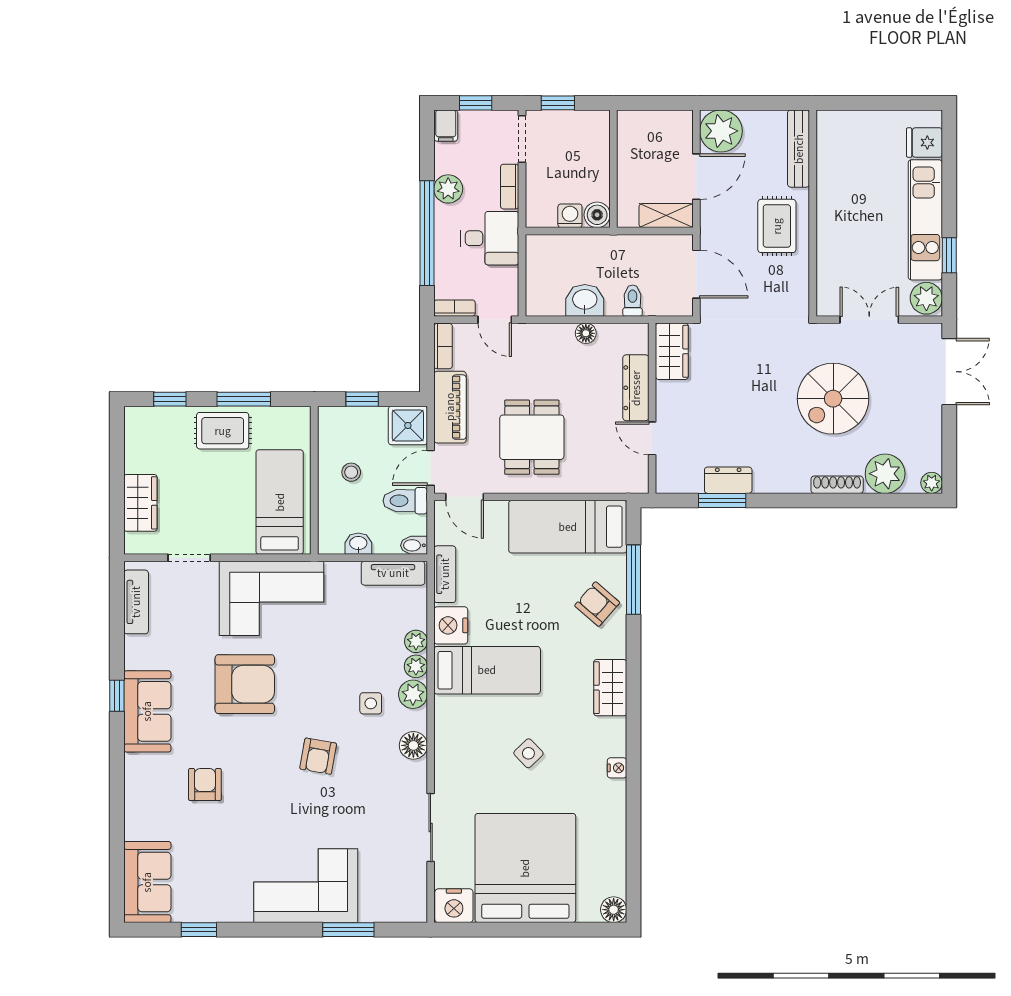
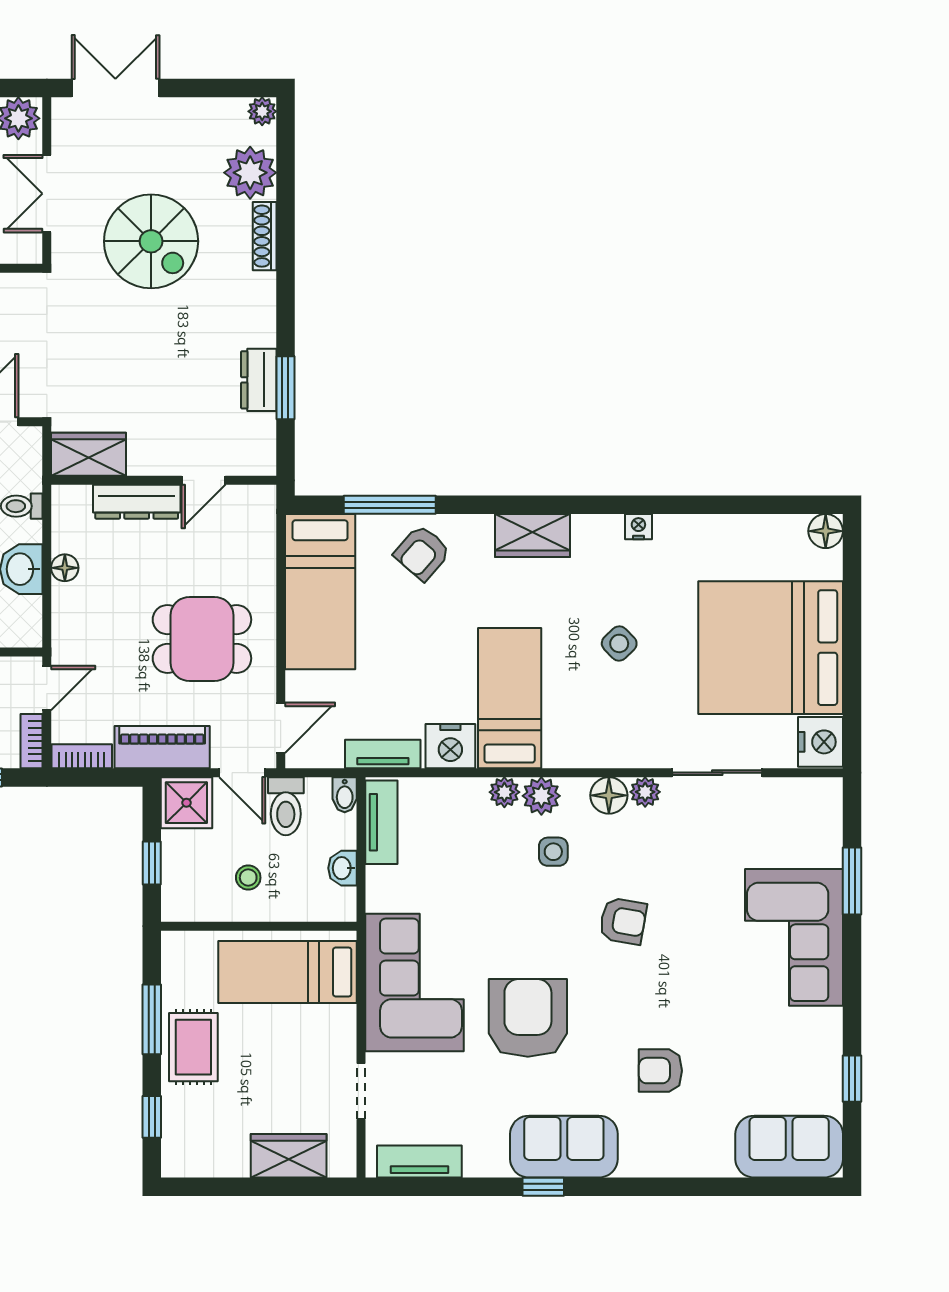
plant: (416, 641) -> (645, 792), moved

